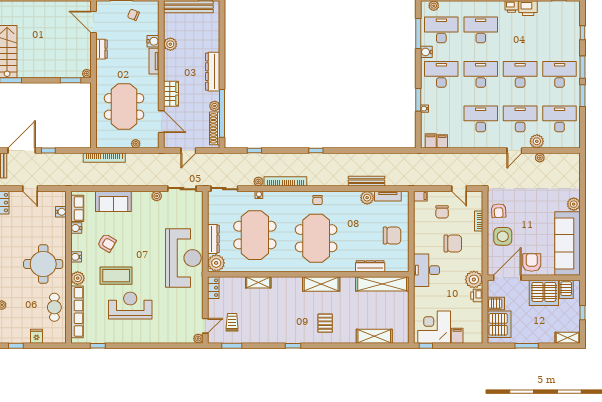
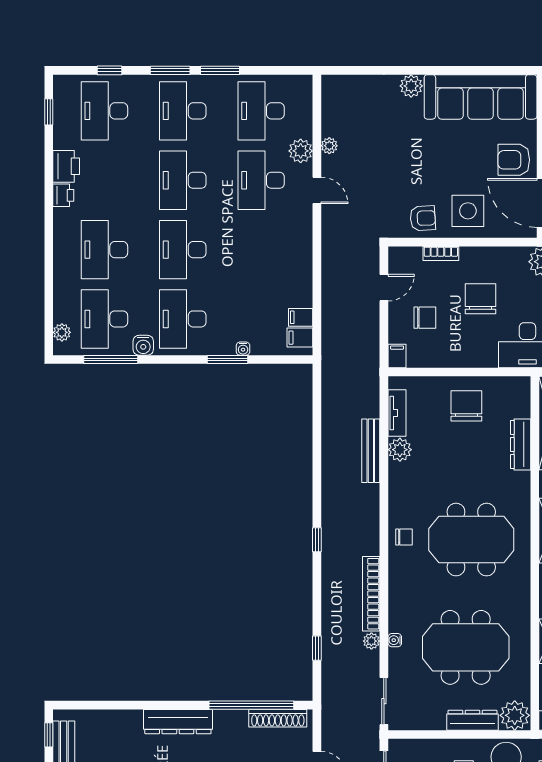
plant: (215, 106) -> (238, 718), removed
desk: (481, 119) -> (104, 111), moved

